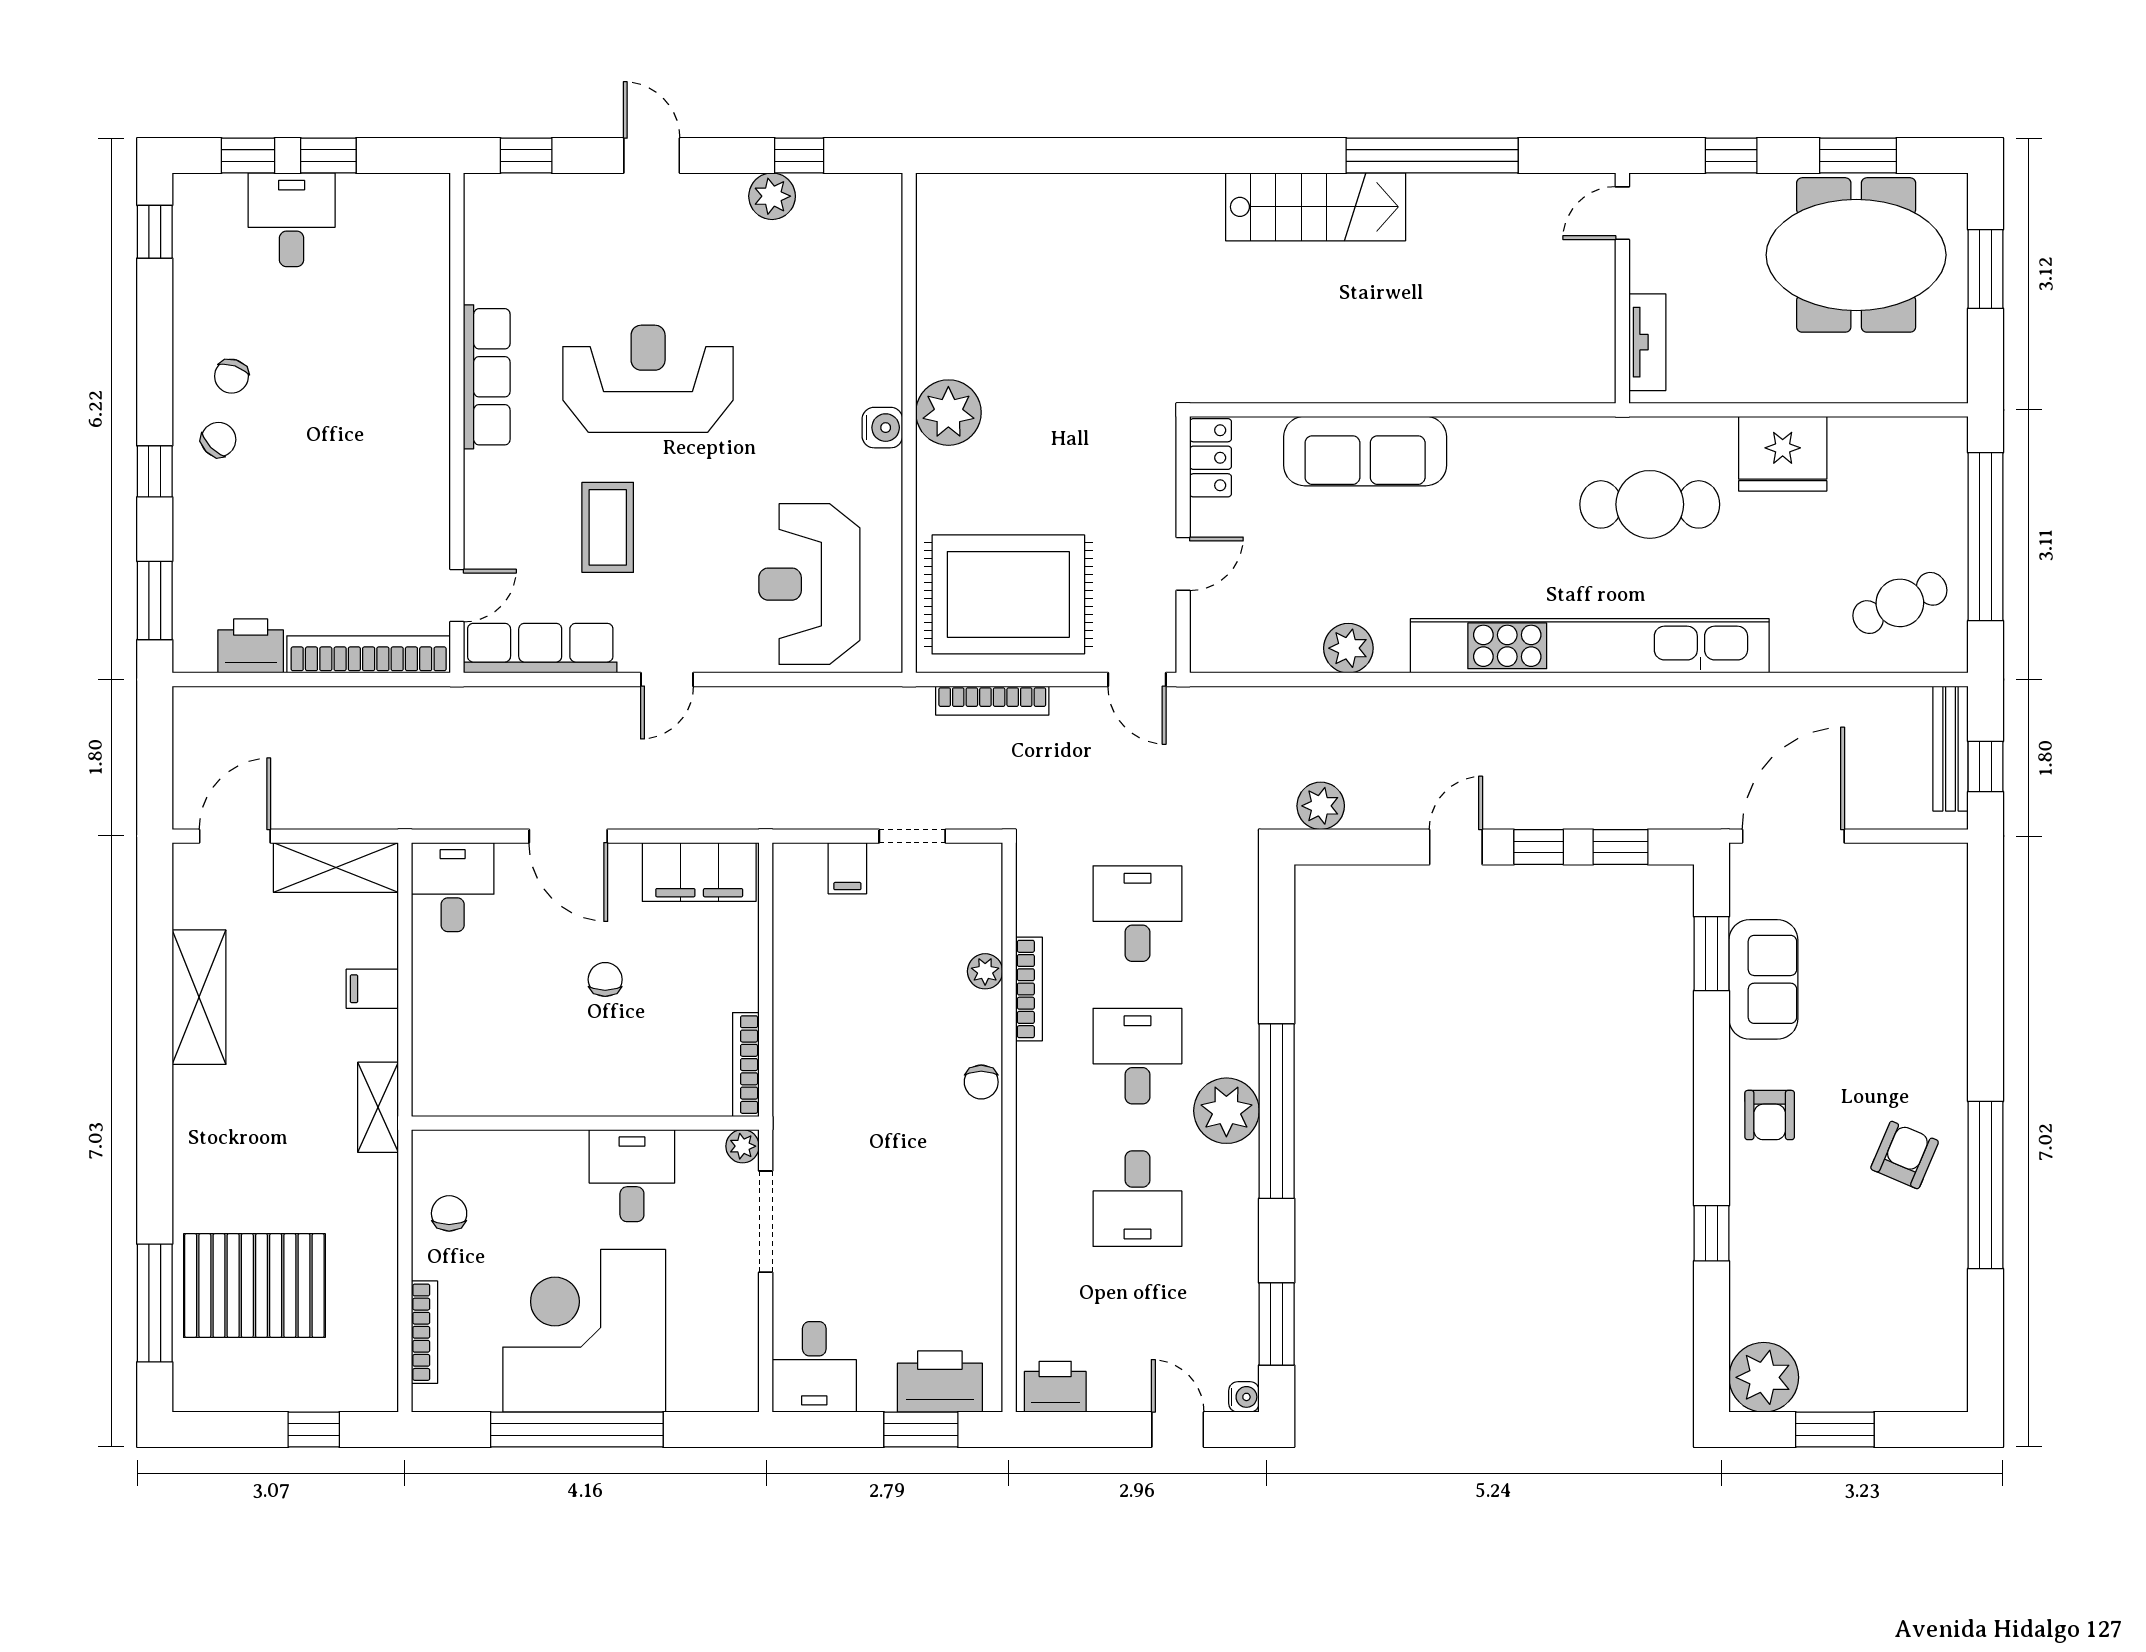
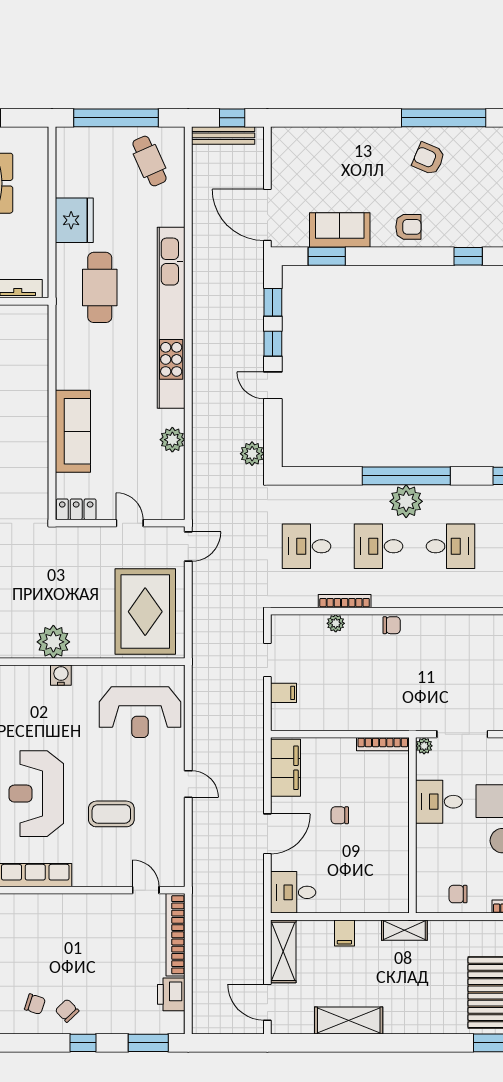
row of seats: (540, 648) -> (172, 848), removed
bookcase: (992, 701) -> (199, 620), removed

